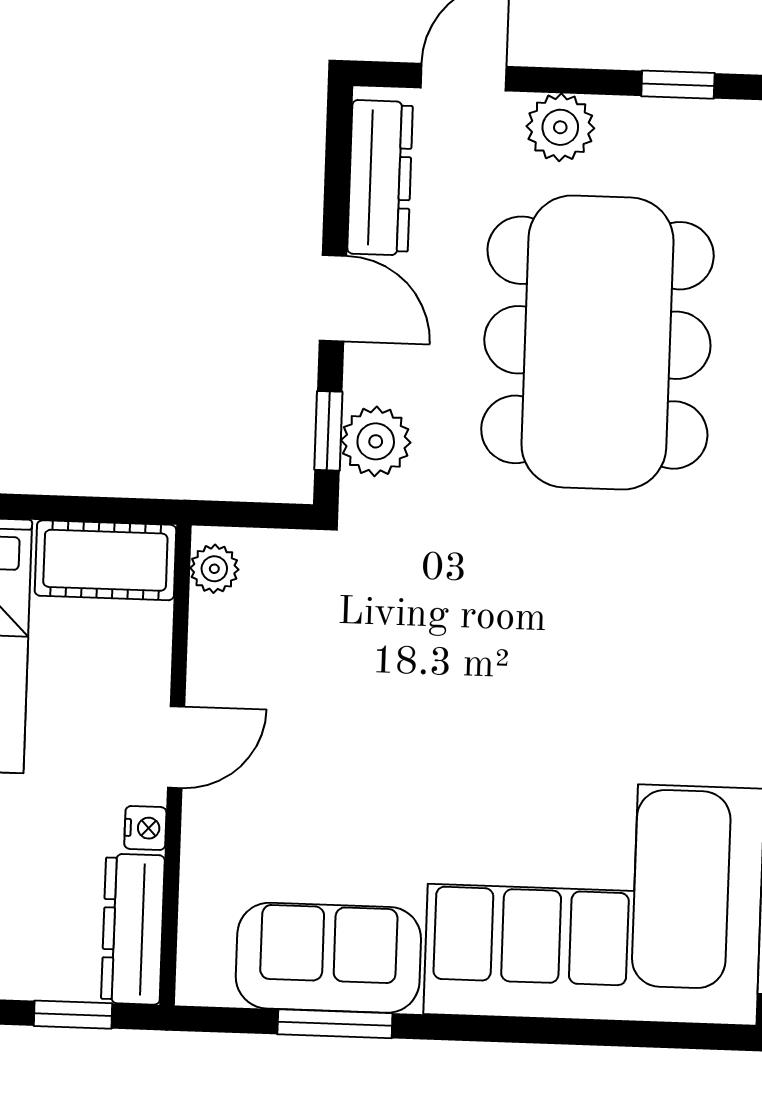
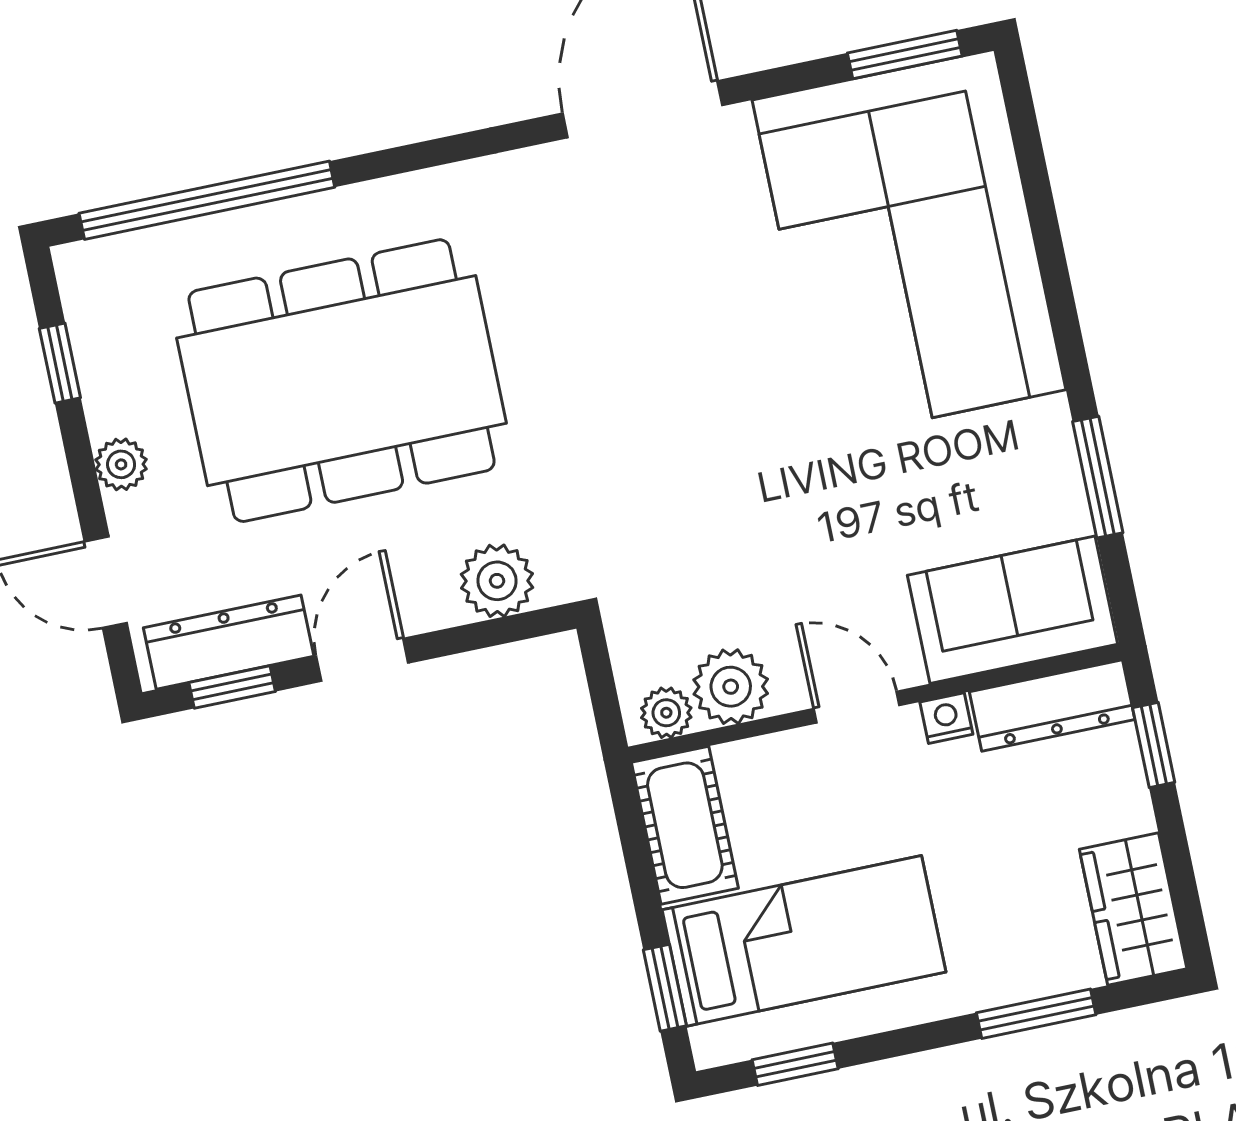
plant: (560, 127) -> (121, 464), width x0.73, depth x0.73
window: (328, 431) -> (232, 687), moved
plant: (224, 635) -> (731, 687), added
sofa: (328, 958) -> (1013, 610), moved, turned 90

